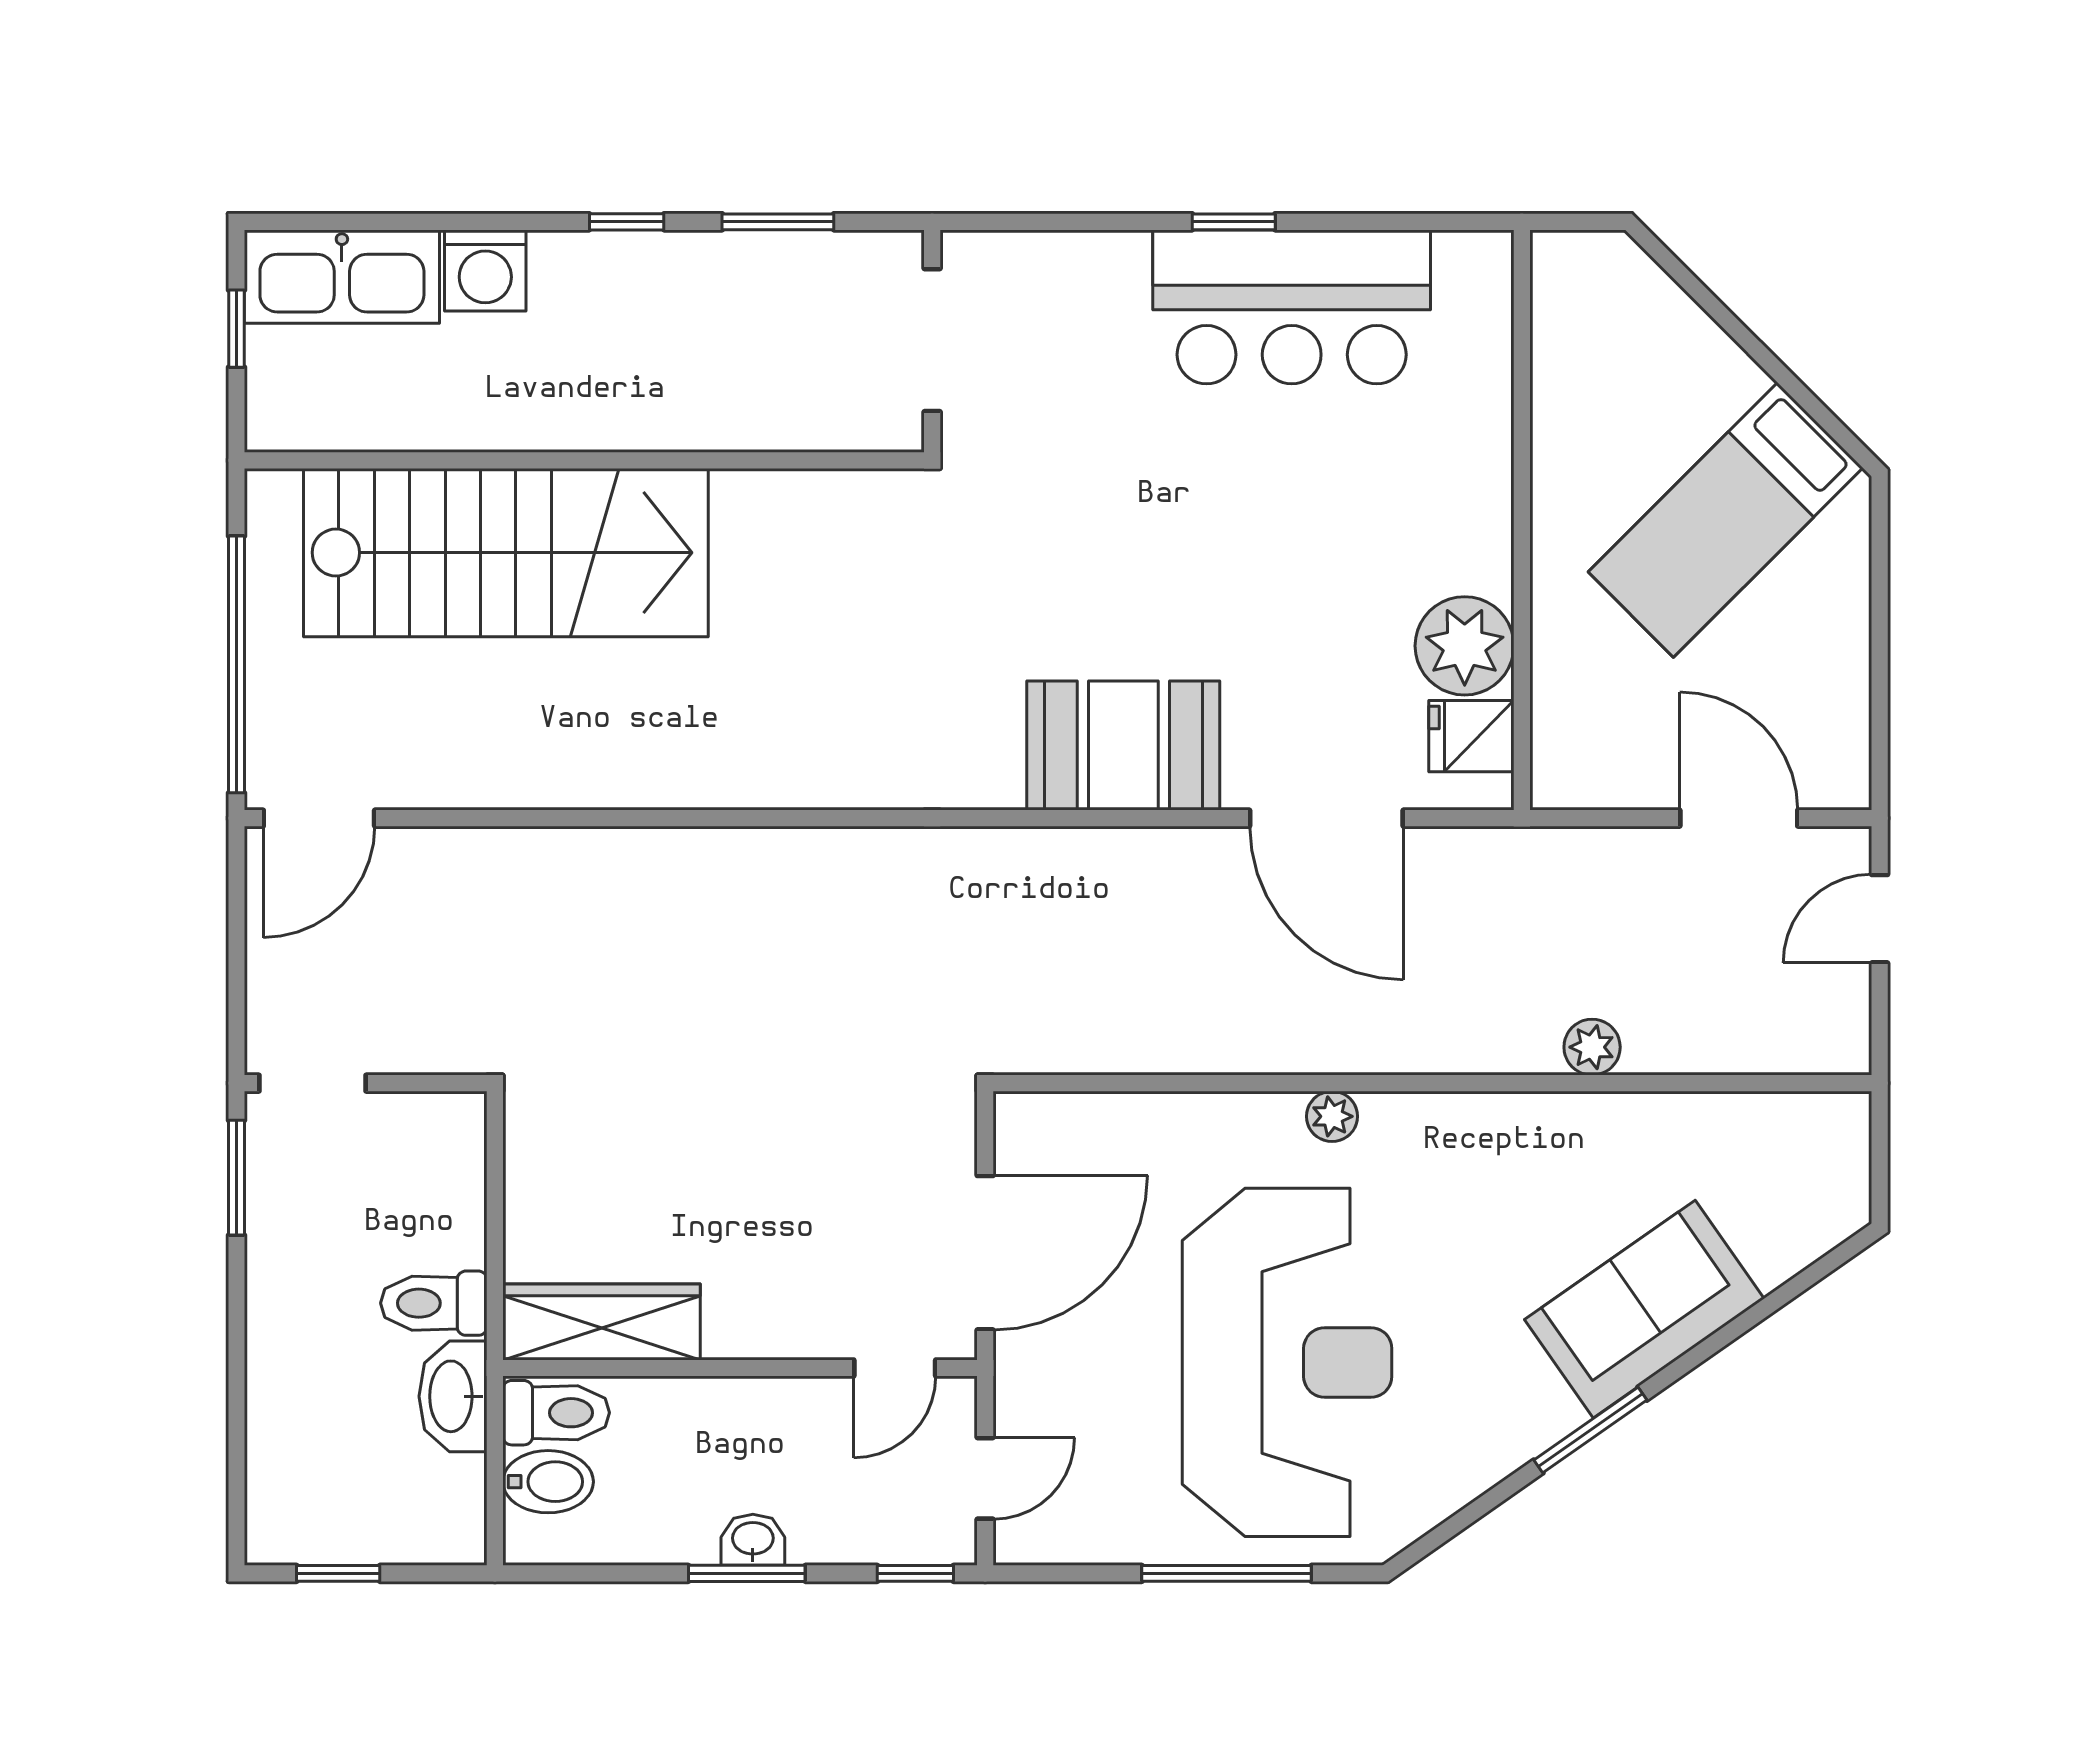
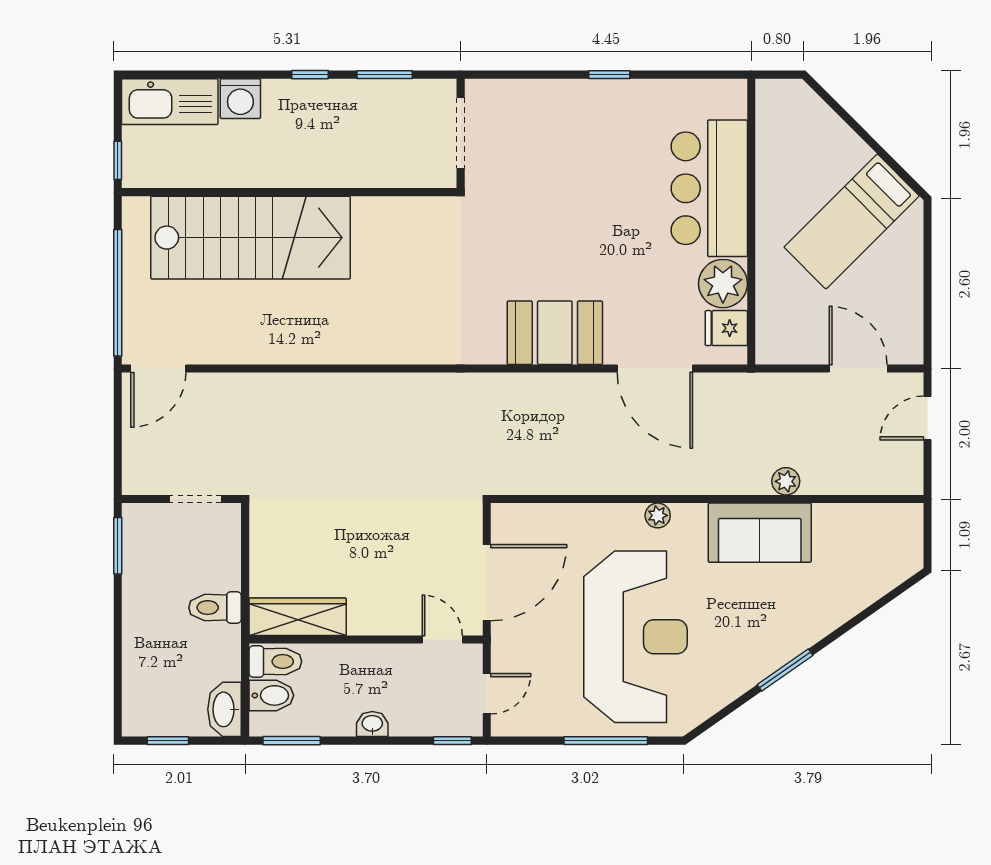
bar counter: (1292, 307) -> (709, 188), moved, turned 90
window: (236, 329) -> (118, 160), moved
doorway: (313, 1083) -> (195, 499), moved
sofa: (1644, 1309) -> (760, 533), moved, turned -145
door: (895, 1368) -> (442, 639), swing flipped
washbasin: (453, 1396) -> (224, 709), moved
window: (747, 1573) -> (292, 741), moved

